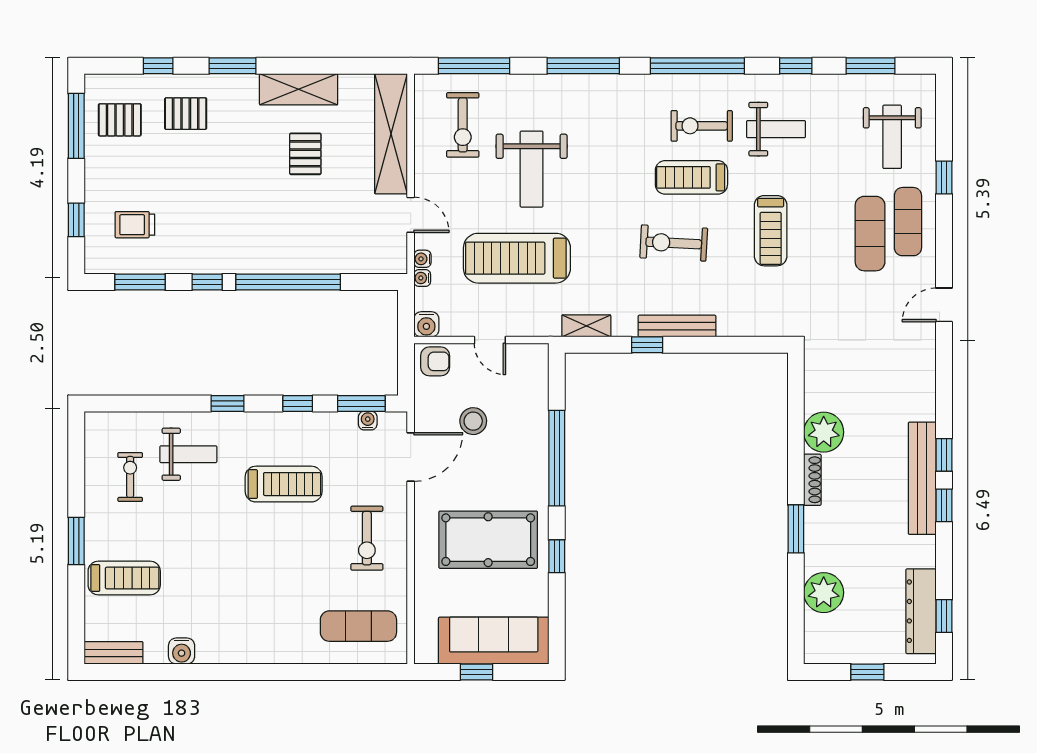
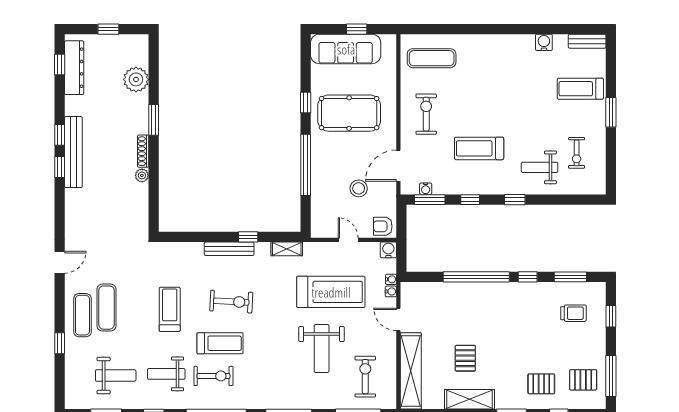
weight bench: (892, 137) -> (116, 376), moved, turned 90
weight bench: (532, 169) -> (322, 349), turned 180
plant: (824, 432) -> (142, 175), width x0.53, depth x0.53

